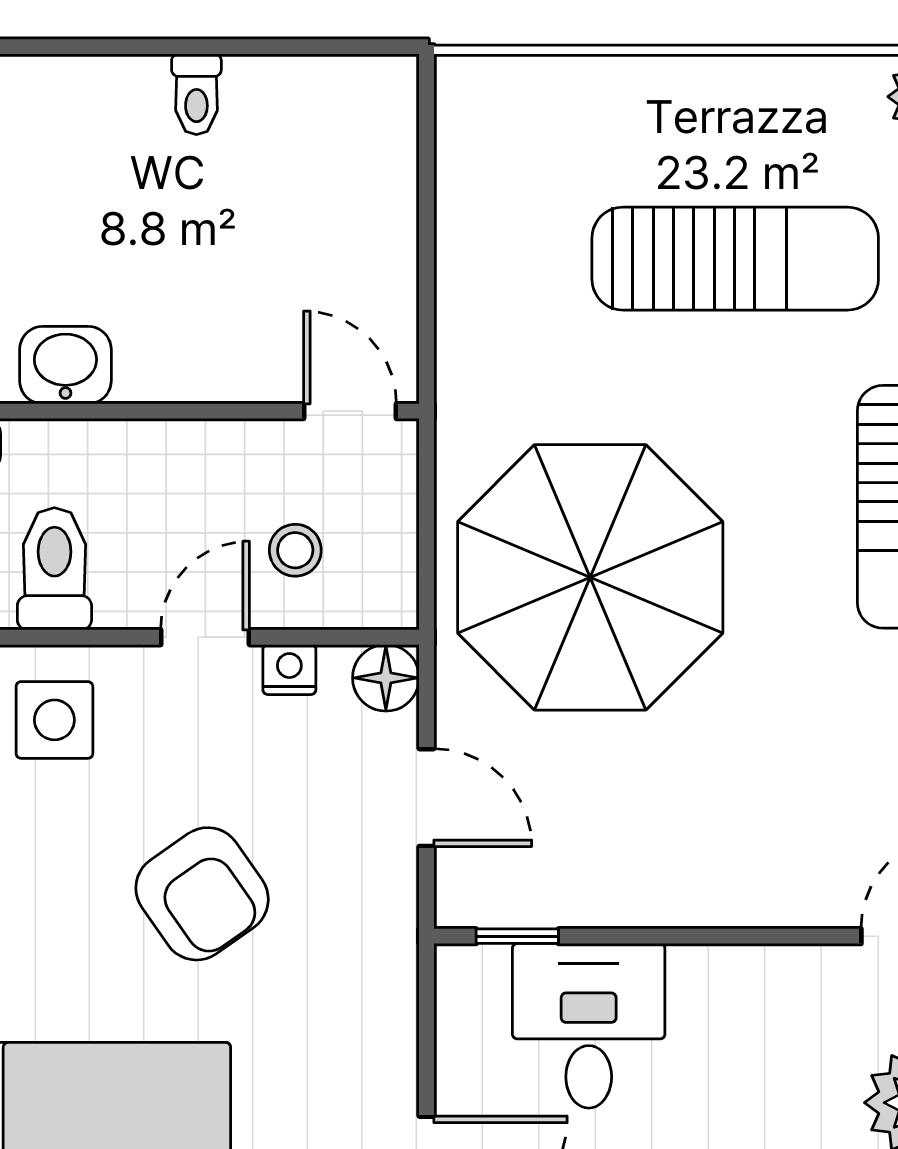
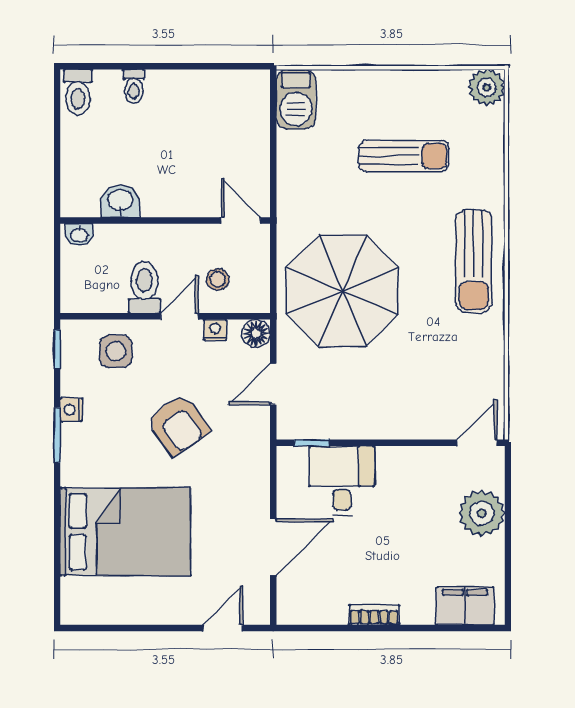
toilet: (196, 94) -> (134, 86), moved
barbecue: (480, 125) -> (296, 99), added
sun lounger: (735, 259) -> (404, 156), width x0.73, depth x0.75
toilet: (54, 569) -> (144, 287), moved
door: (426, 798) -> (273, 384), swing flipped

